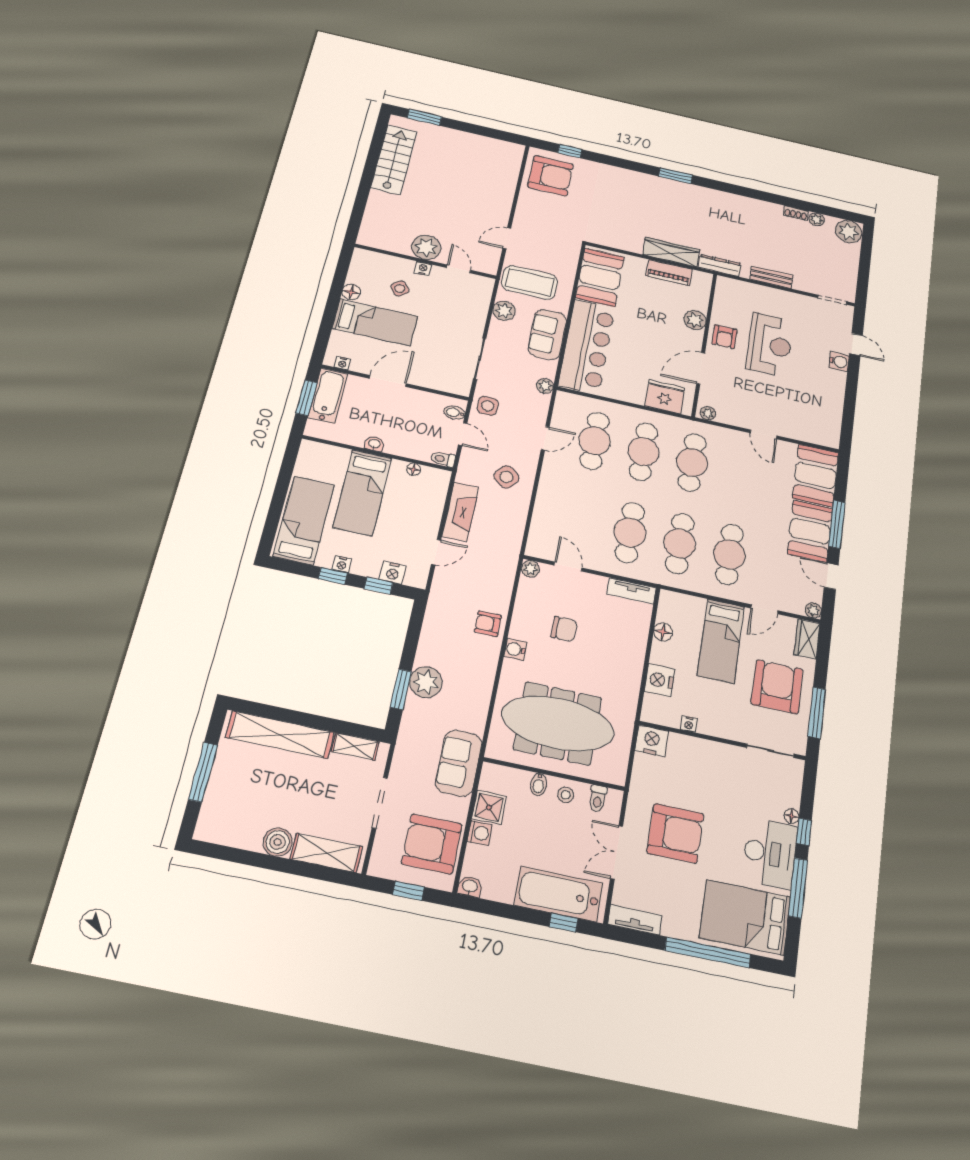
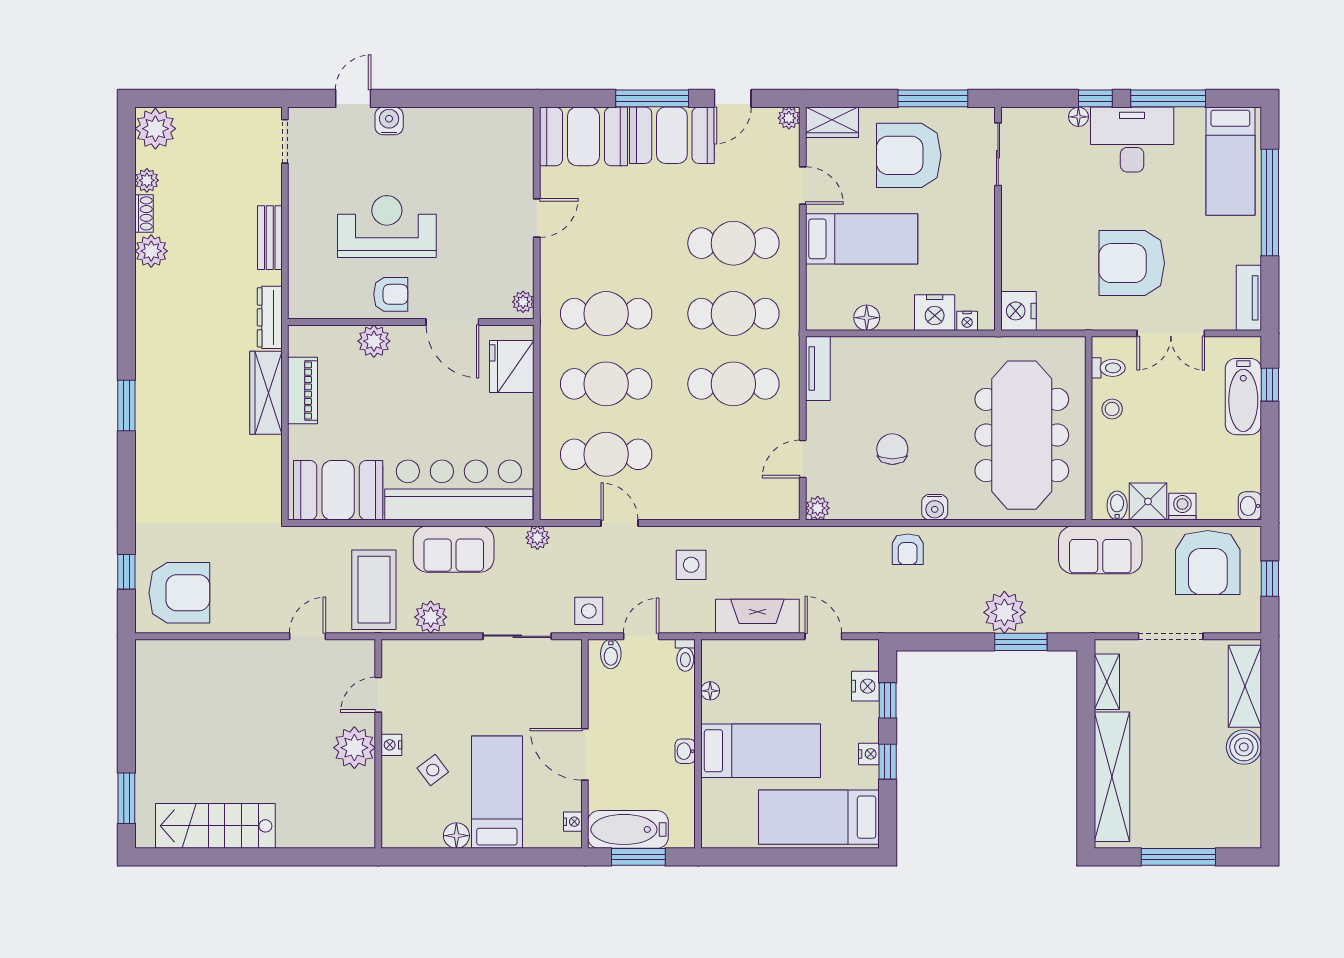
armchair: (550, 176) -> (179, 593), turned 90
plant: (772, 211) -> (151, 251), added
door: (507, 238) -> (308, 636), swing flipped
side table: (506, 477) -> (691, 565), turned -38
nightstand: (689, 724) -> (967, 321), moved, turned 90
bidet: (539, 784) -> (1117, 506), moved, turned -90
armchair: (675, 833) -> (1132, 263), turned -90
bathtub: (559, 894) -> (1243, 397), width x0.73, depth x0.73
bed: (745, 917) -> (1230, 161), width x0.67

